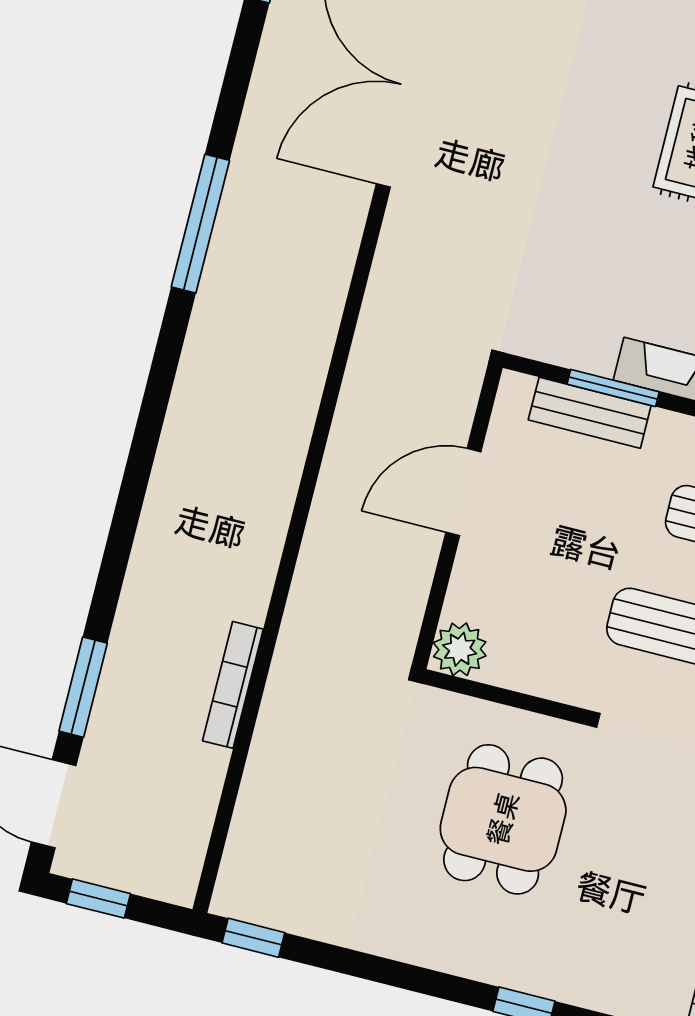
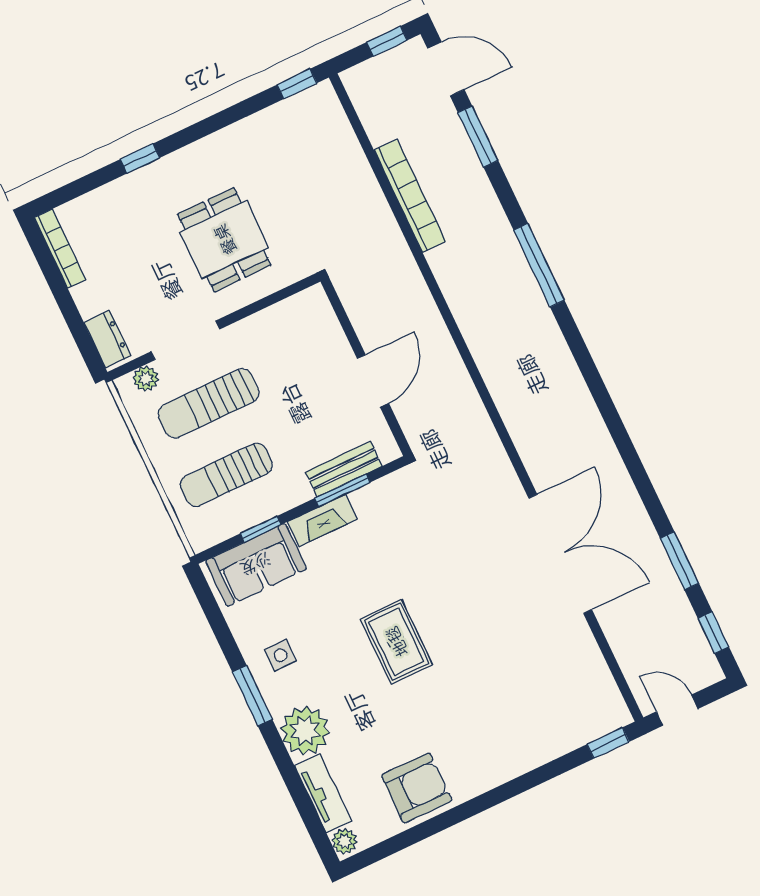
window: (200, 224) -> (539, 265), moved
plant: (460, 649) -> (312, 304), removed
bookcase: (233, 685) -> (410, 196), width x1.48, depth x1.31

